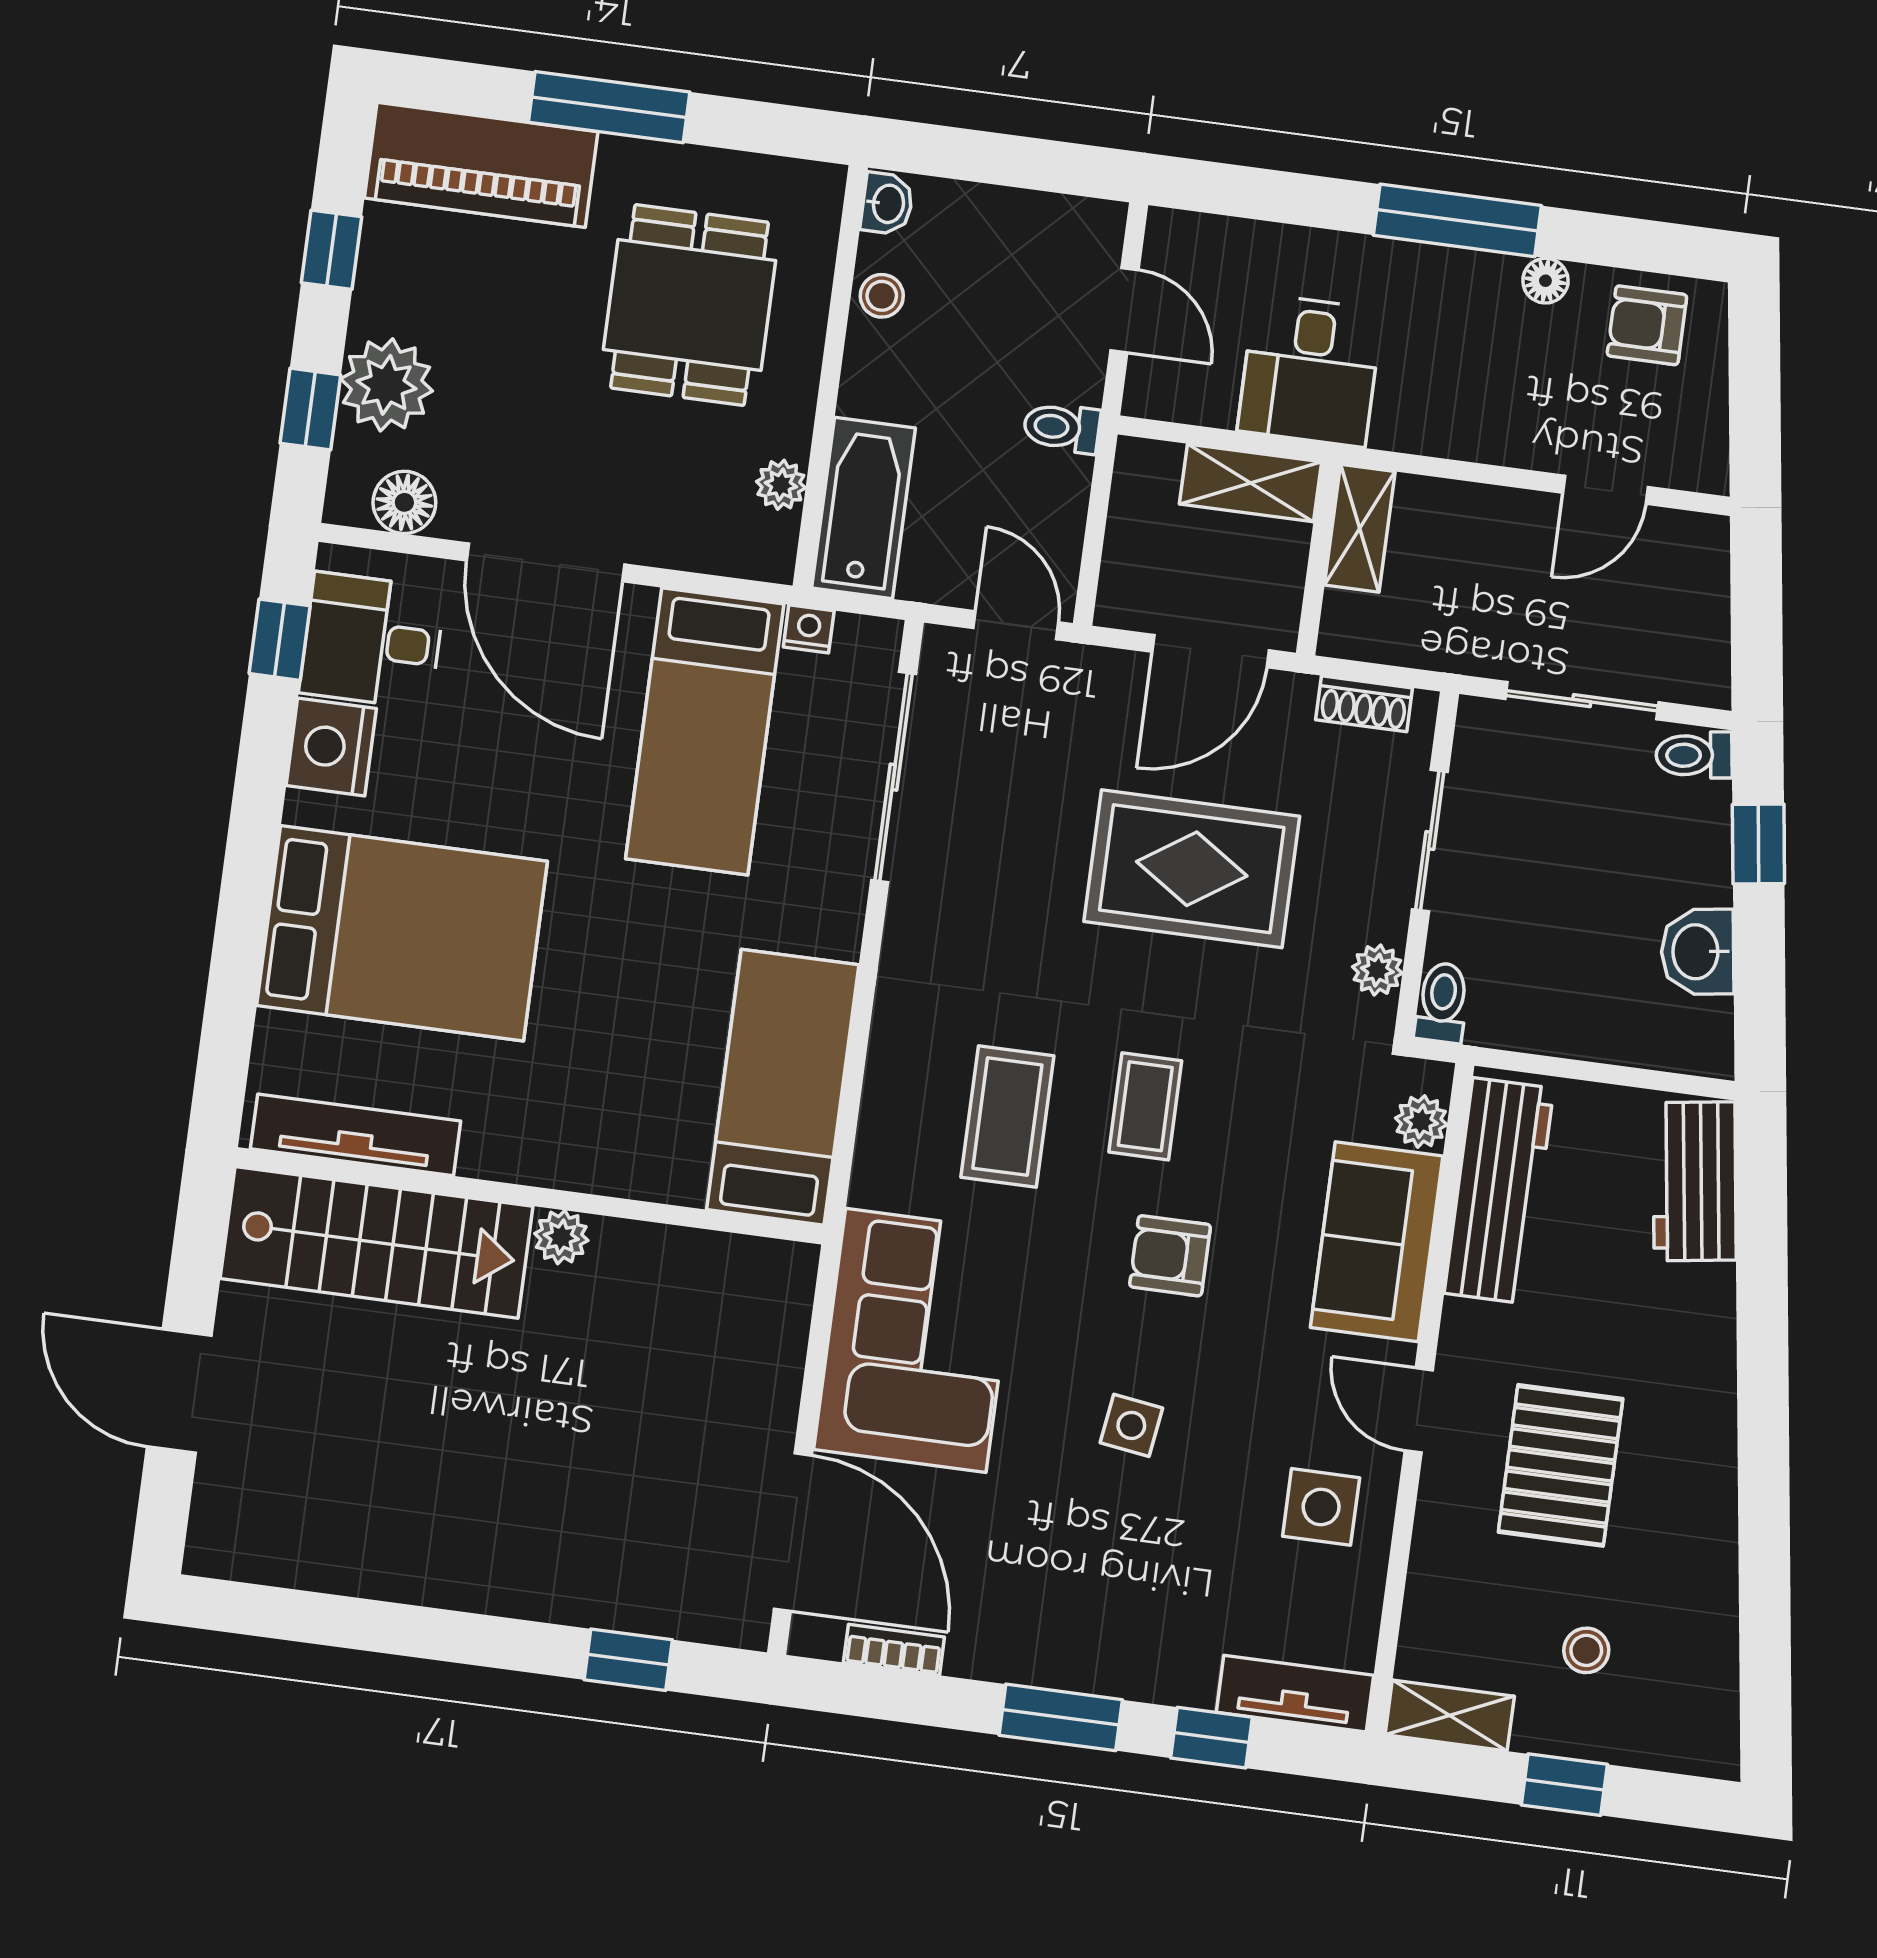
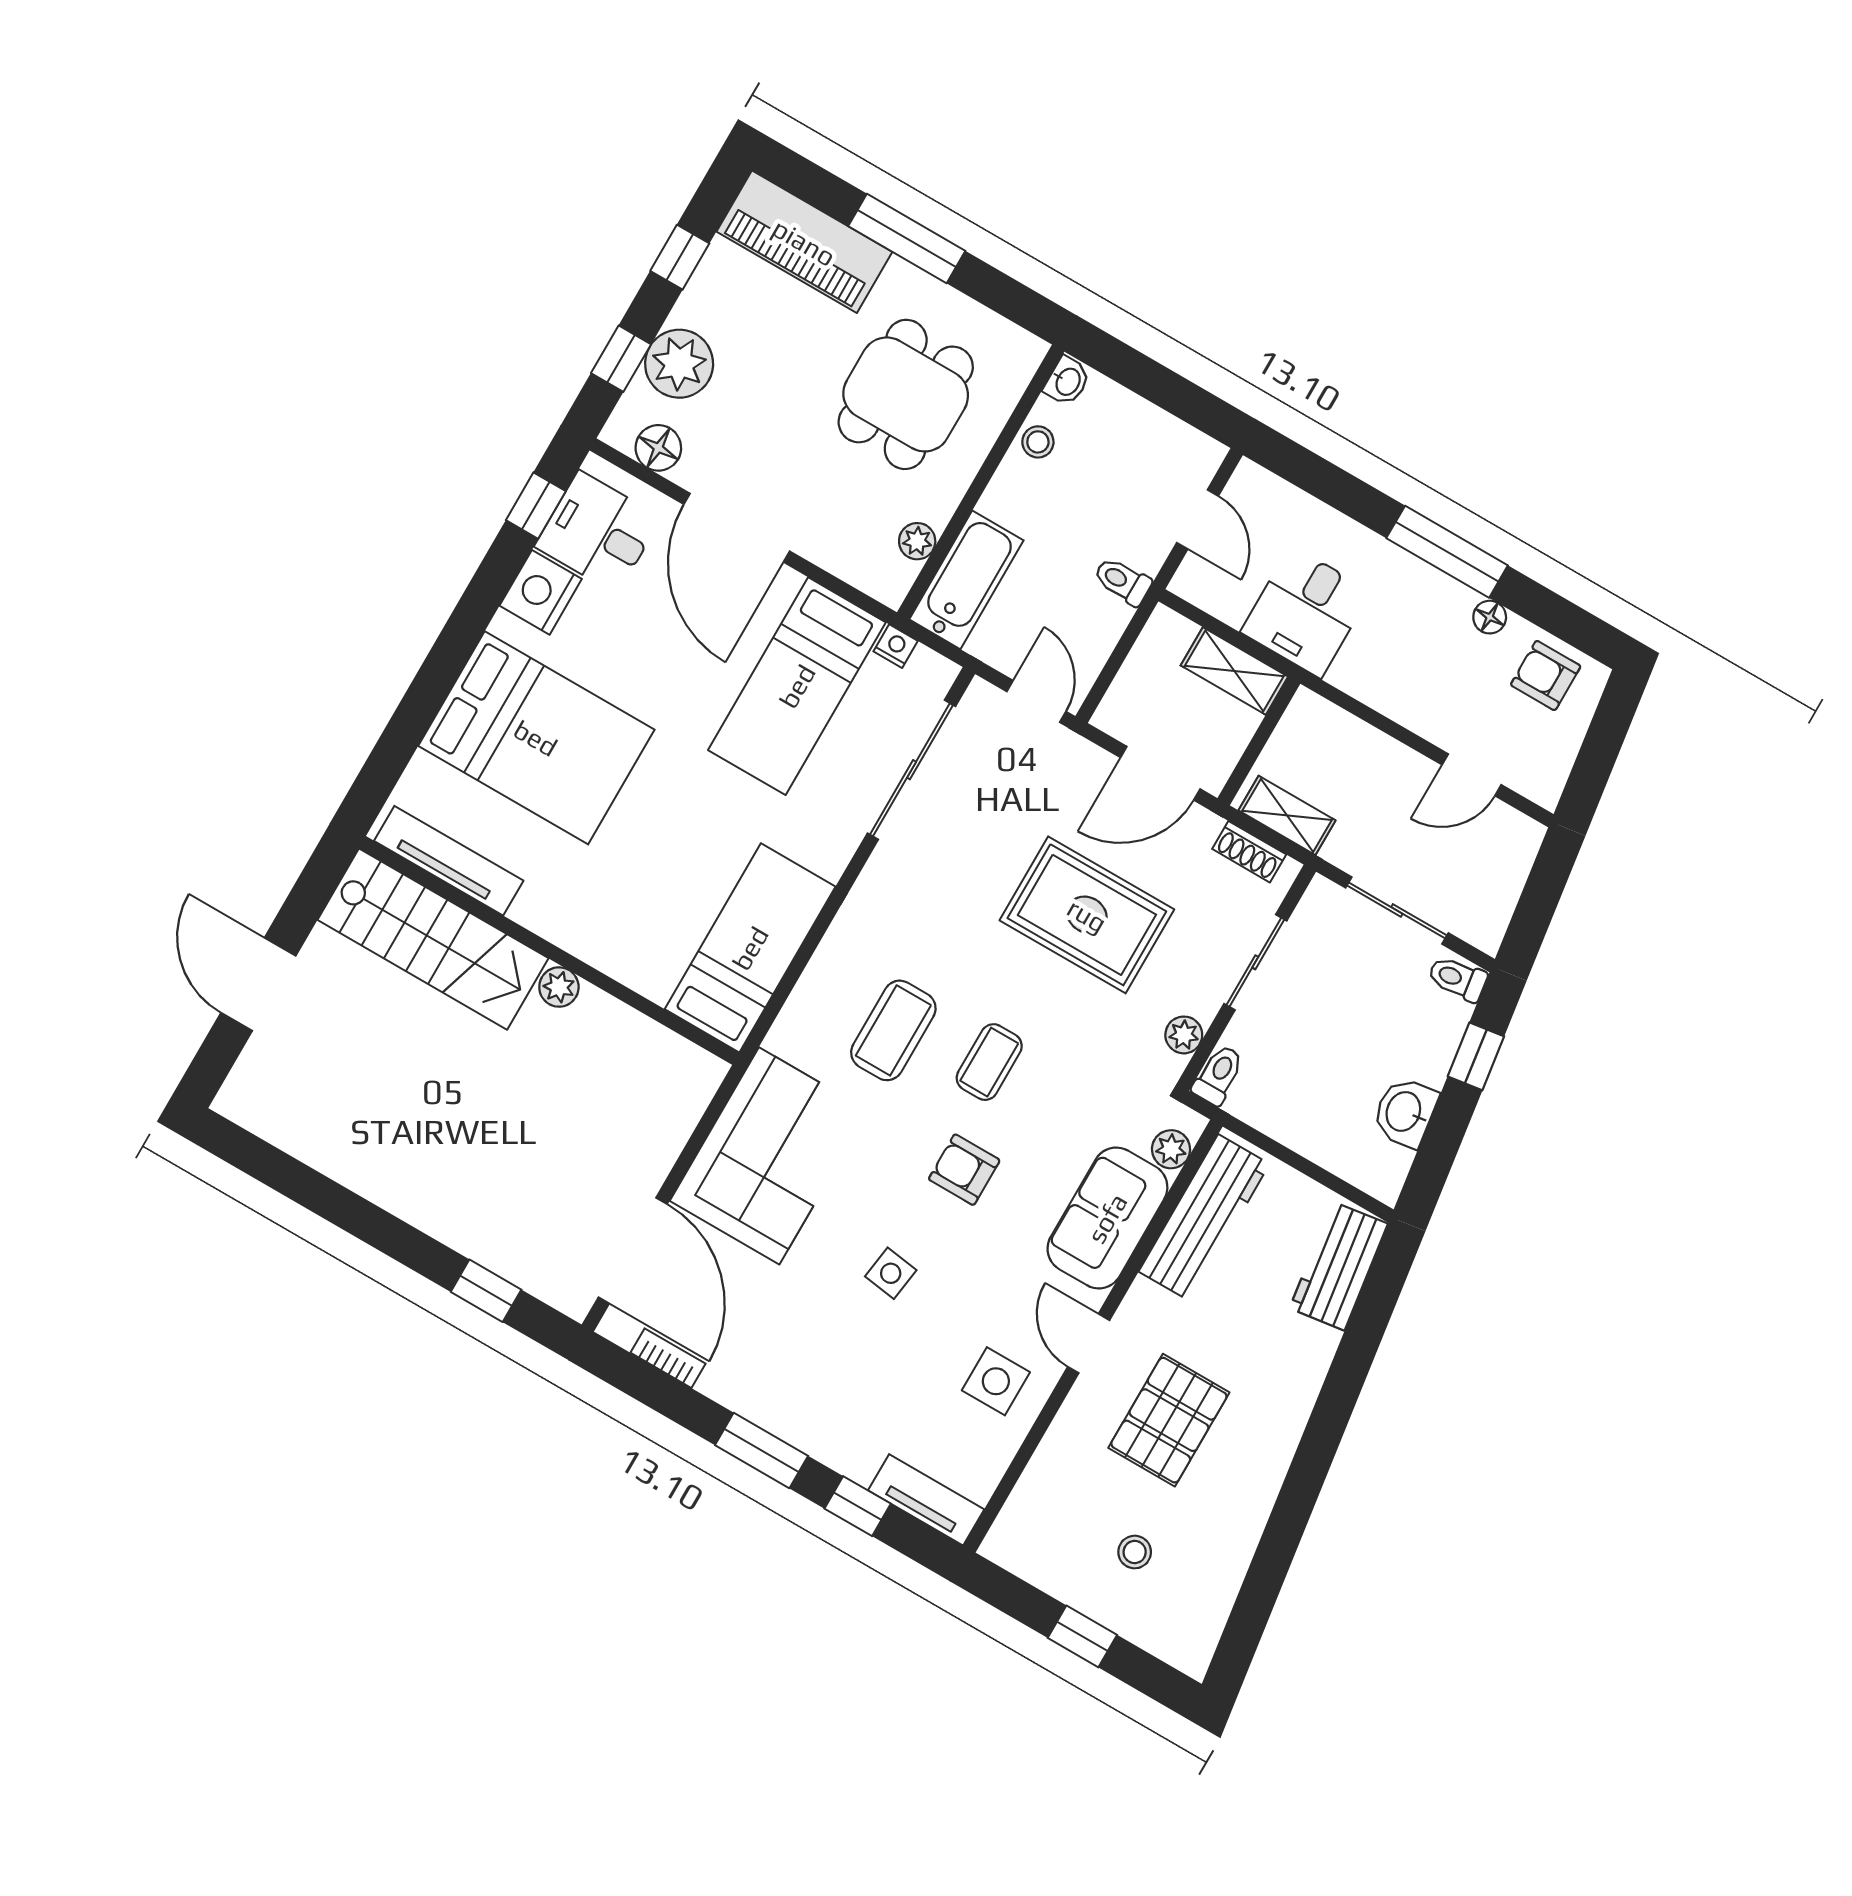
shelving: (1360, 528) -> (1287, 815), moved, turned 90
shelving: (1450, 1716) -> (1024, 1558), removed

